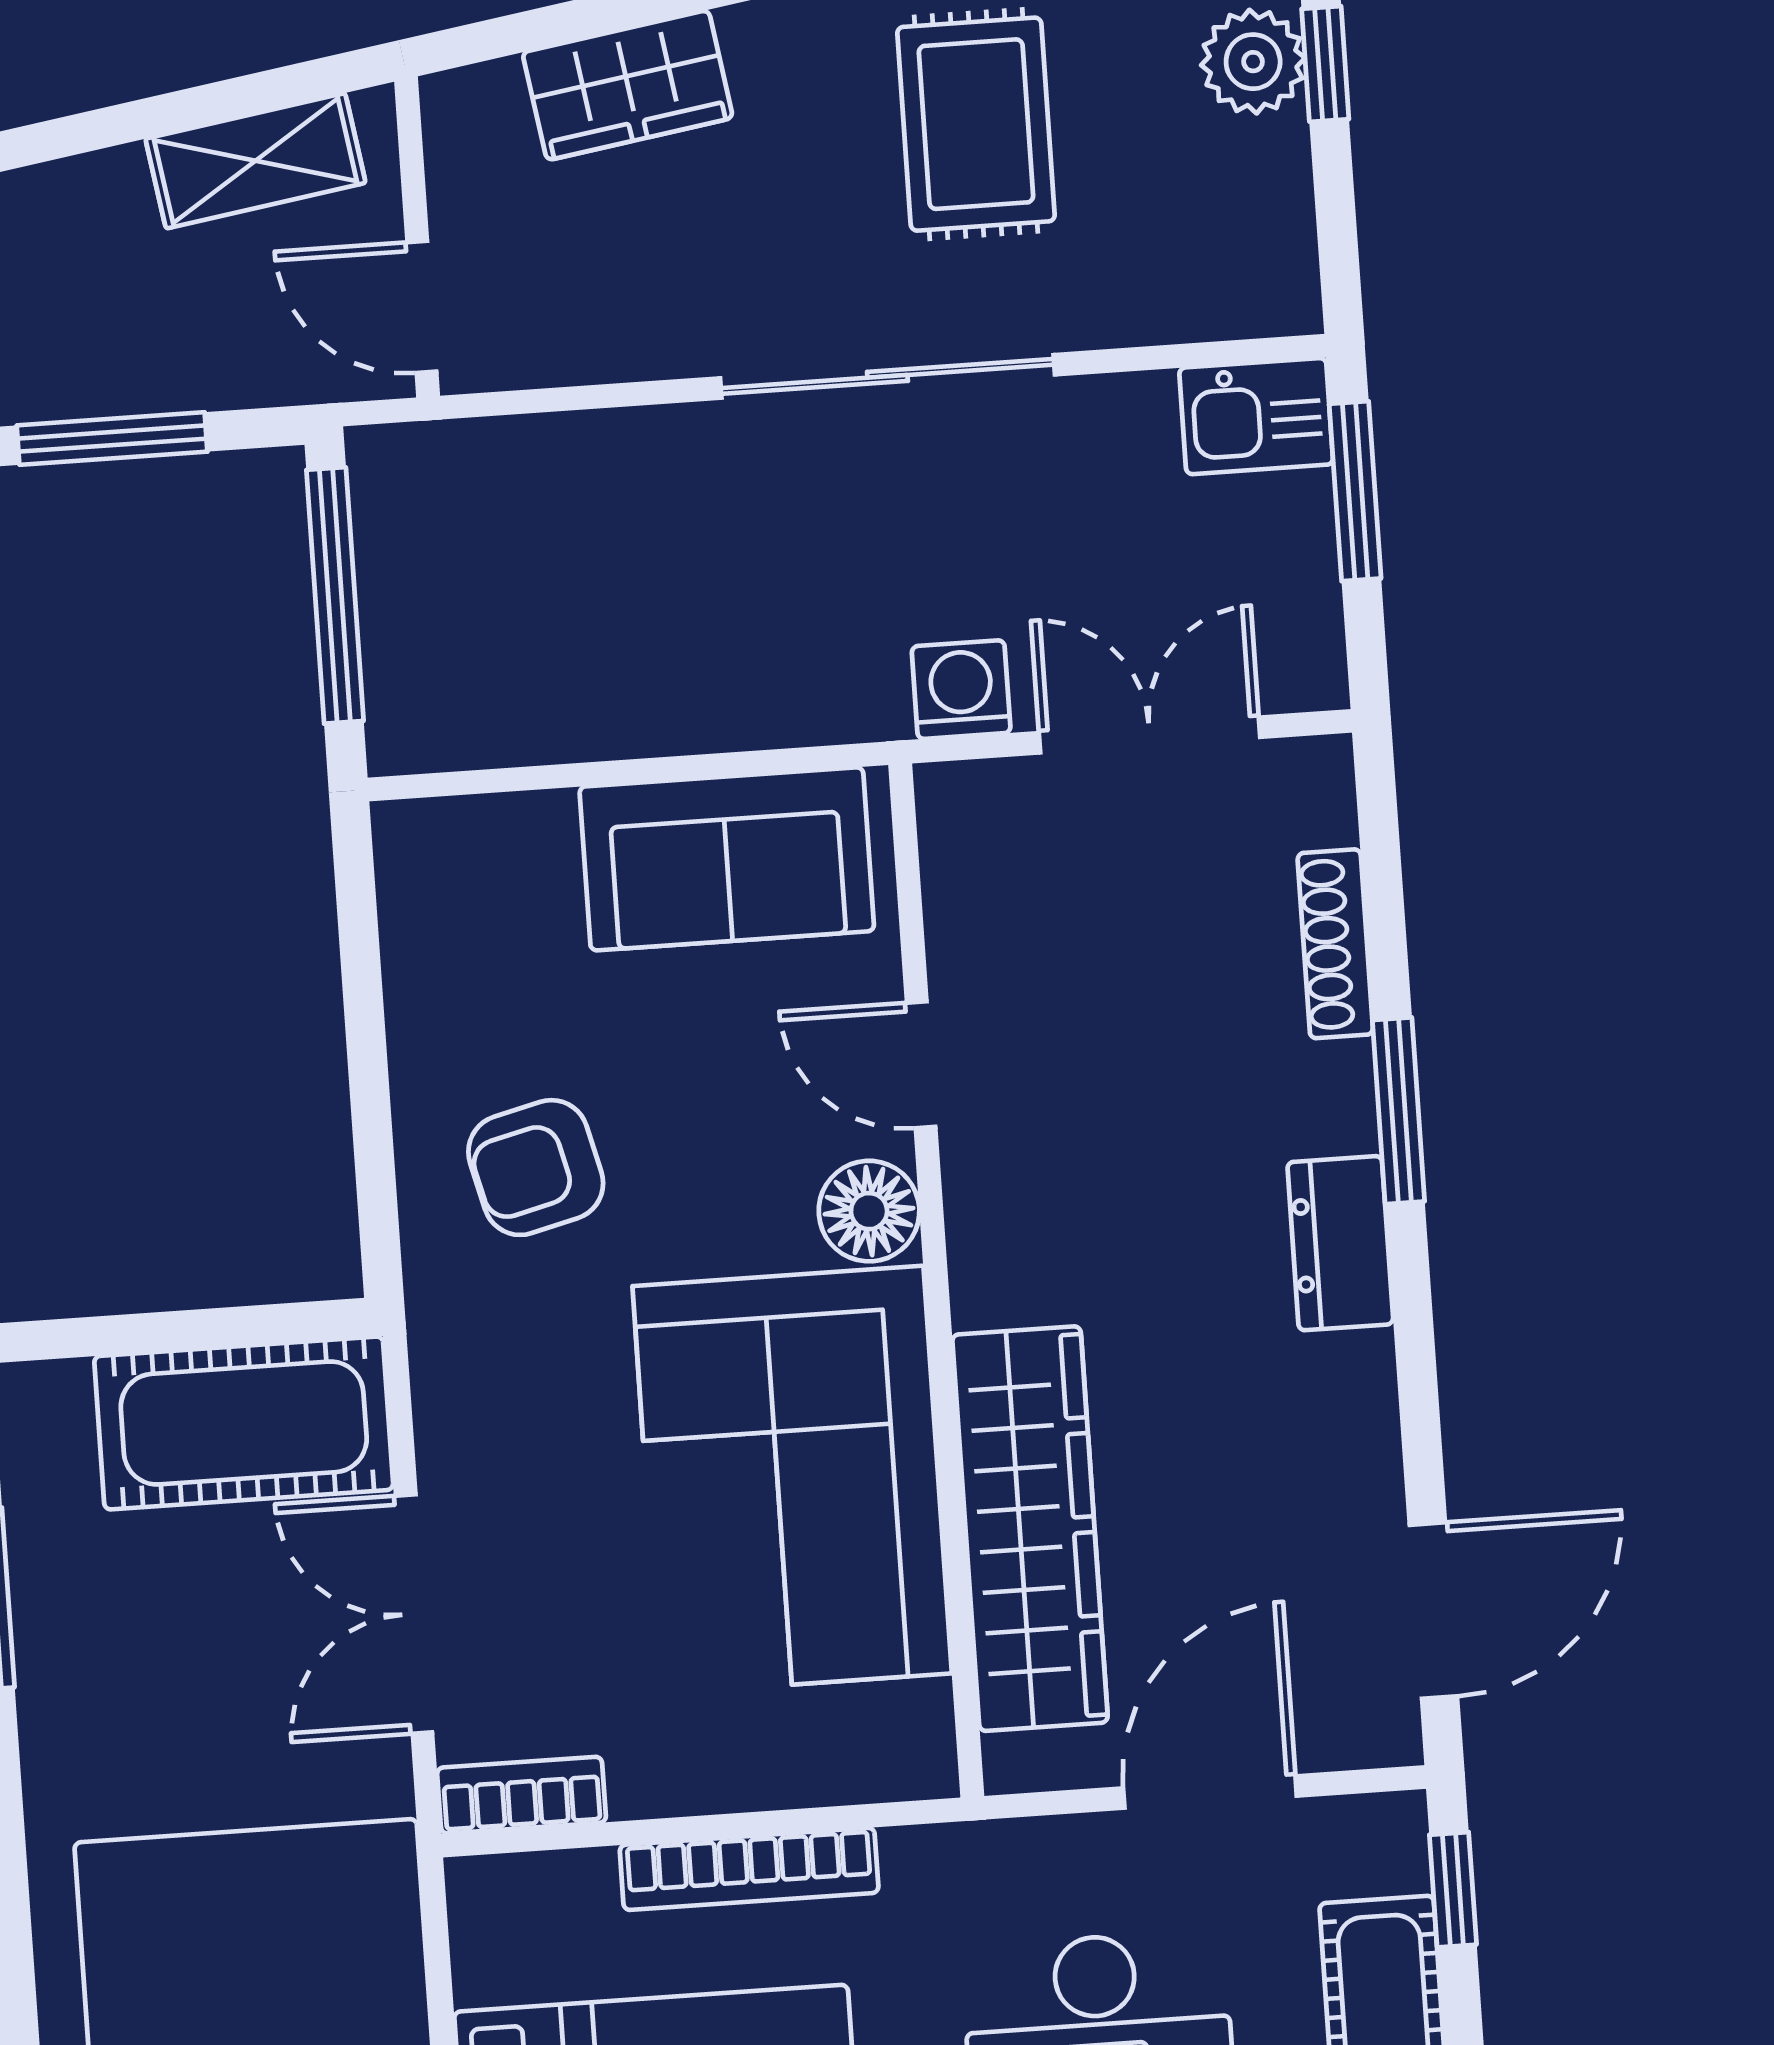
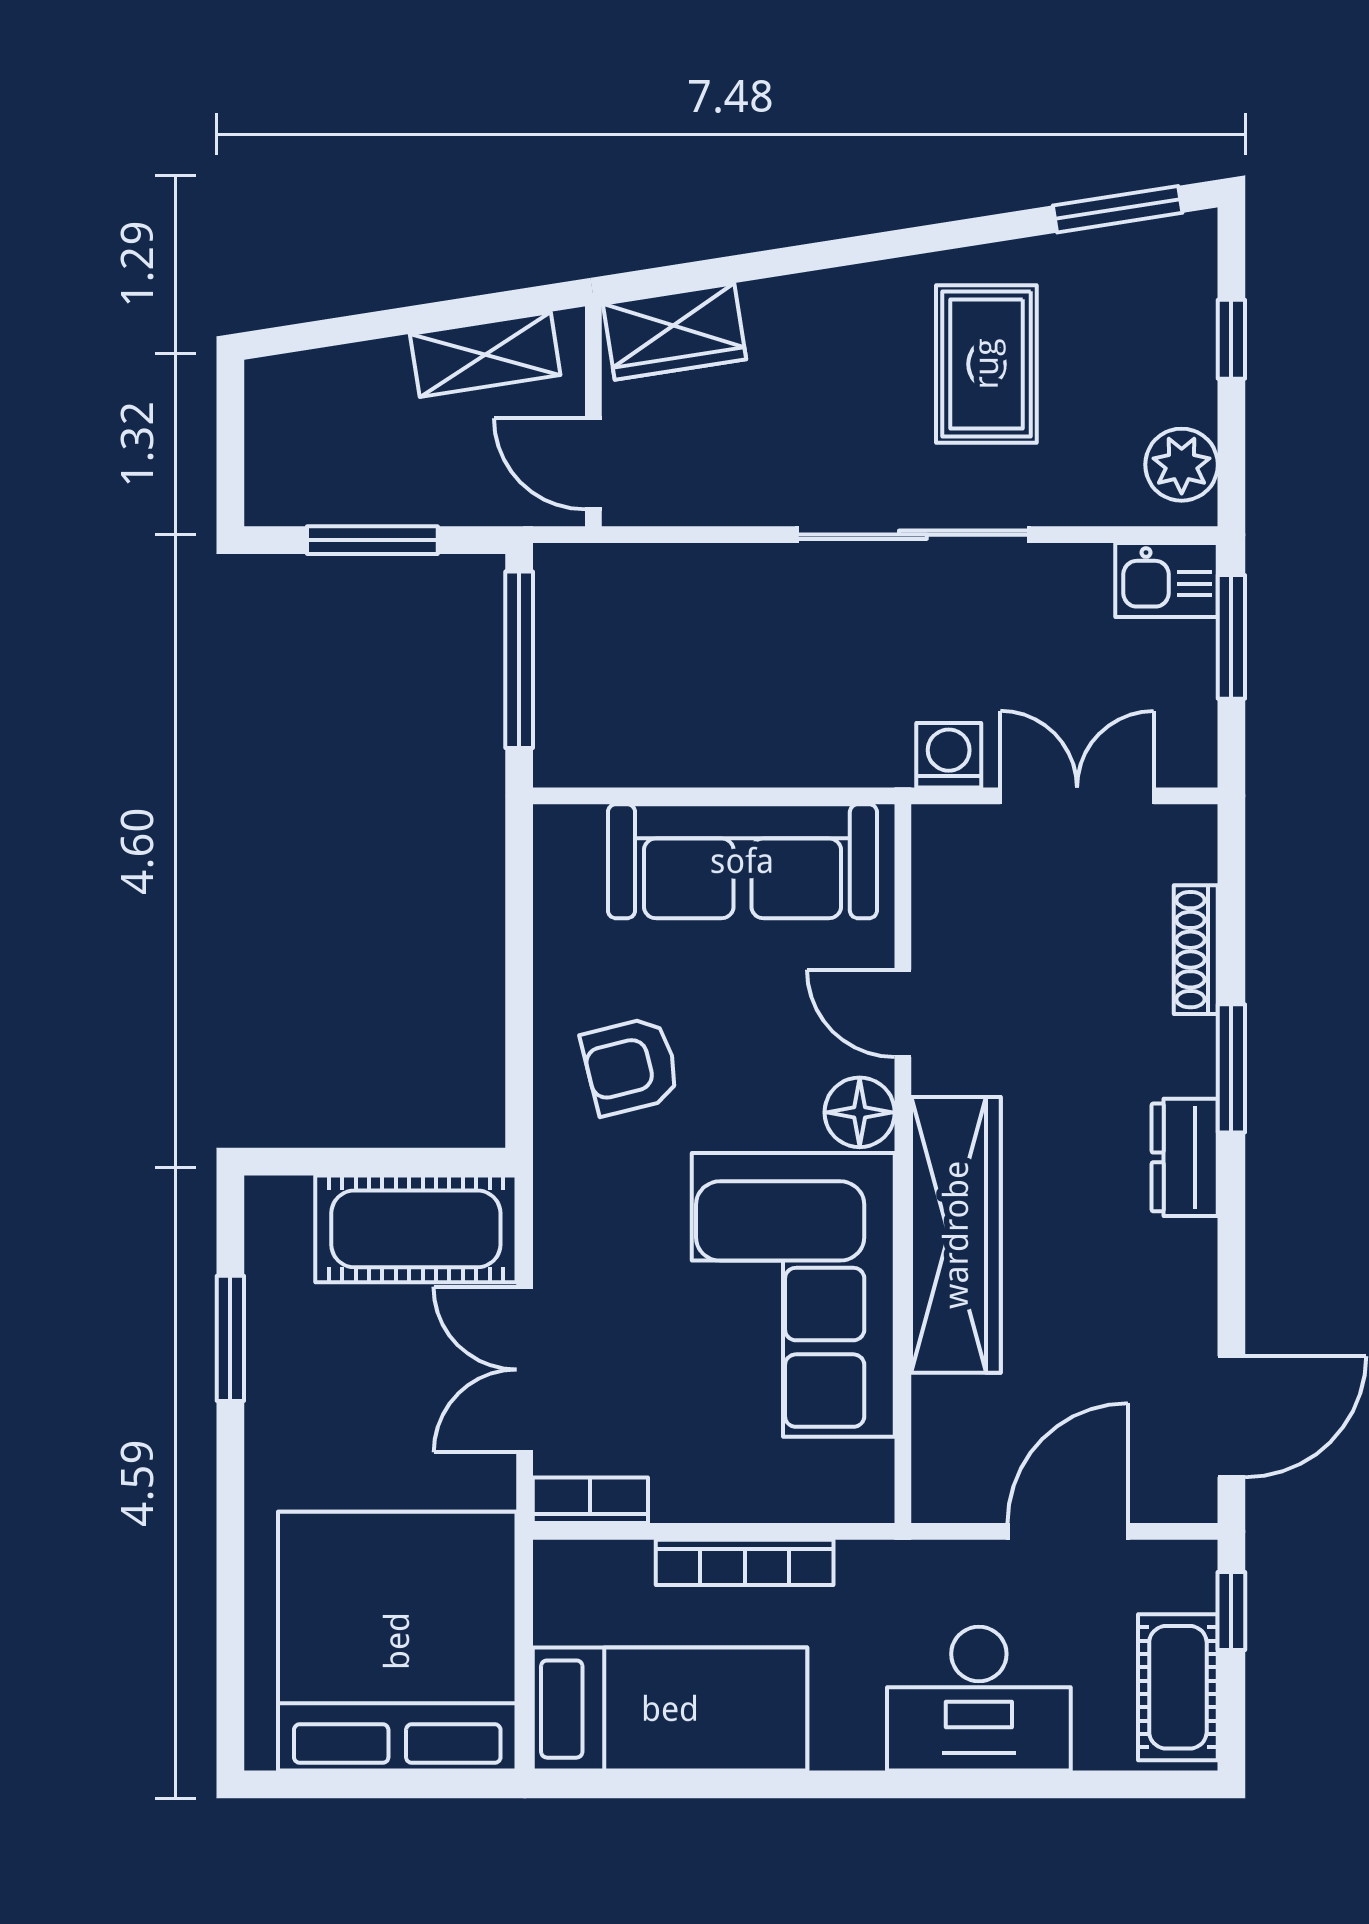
plant: (1253, 62) -> (1182, 465), moved
wardrobe: (628, 85) -> (674, 331), moved
sofa: (727, 859) -> (742, 861), width x1.36
wardrobe: (1030, 1529) -> (956, 1235), moved

